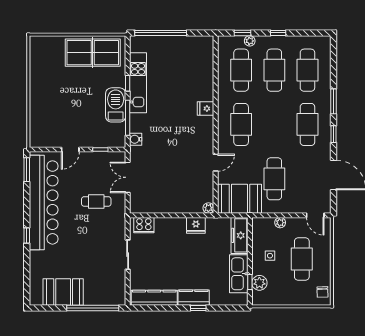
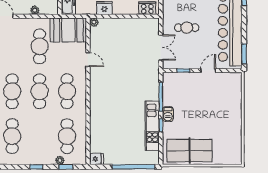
cafe table: (274, 70) -> (40, 91), moved
barbecue: (116, 105) -> (168, 114), width x0.53, depth x0.65
fridge: (206, 108) -> (96, 159), moved
water cooler: (136, 139) -> (154, 79), removed
door: (216, 163) -> (88, 60), swing flipped

